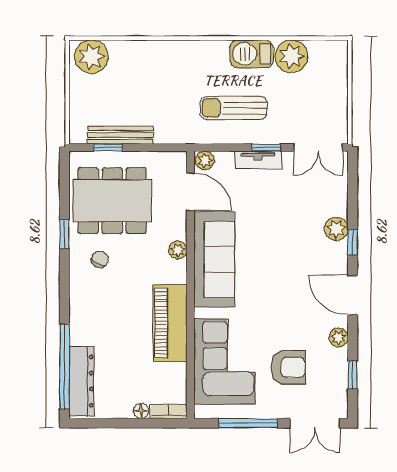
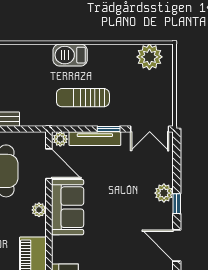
barbecue: (252, 54) -> (70, 55), moved
plant: (291, 56) -> (149, 57), moved
tv unit: (258, 160) -> (95, 139), width x1.41
sofa: (214, 259) -> (68, 207), width x0.73

